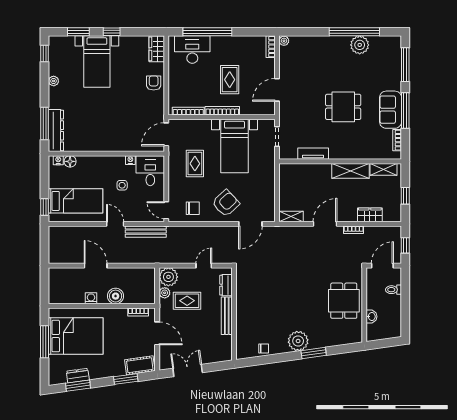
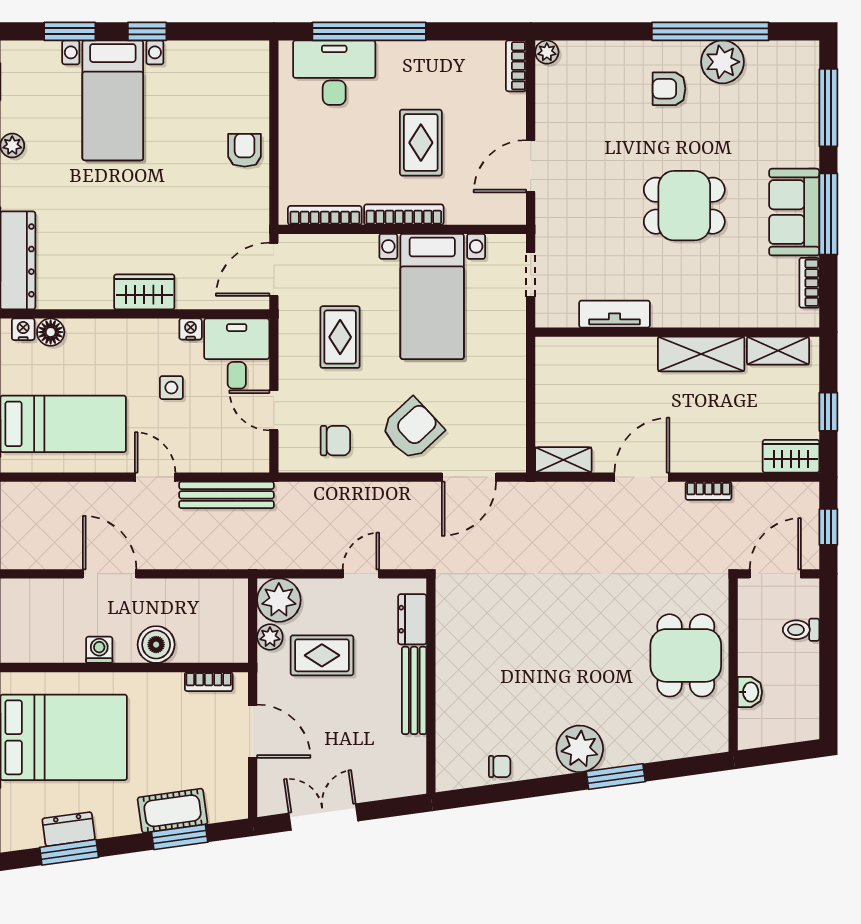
wardrobe: (157, 49) -> (144, 292), moved, turned 90
armchair: (337, 56) -> (669, 89), added
door: (166, 210) -> (274, 410), moved
wardrobe: (370, 215) -> (791, 456), moved
cot: (140, 365) -> (173, 811), moved

